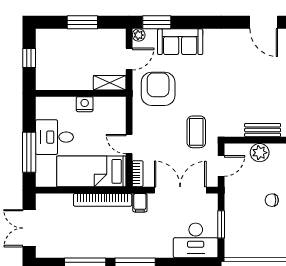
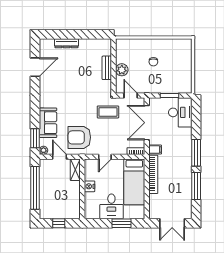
window: (82, 22) -> (35, 188), width x2.11
door: (129, 144) -> (105, 157), moved
window: (29, 152) -> (122, 223), width x0.69

